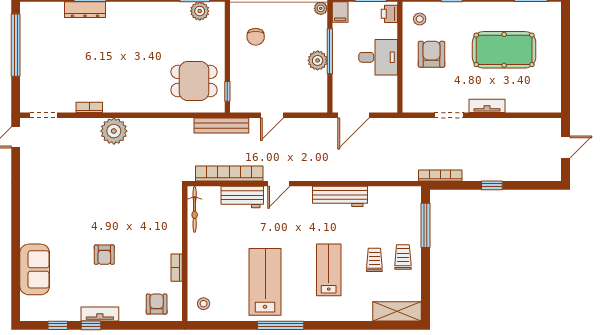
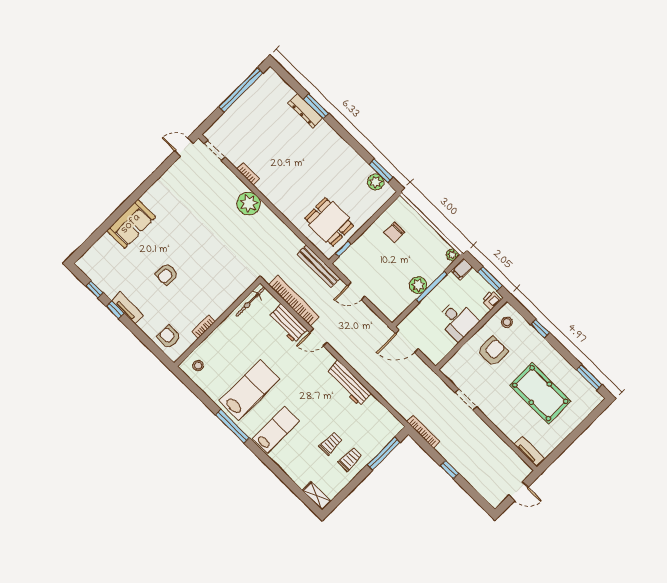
tv unit: (487, 106) -> (529, 451), moved
sofa: (35, 269) -> (131, 224), moved
lab bench: (329, 270) -> (276, 430), moved
armchair: (157, 304) -> (169, 337), turned -90
shelving: (397, 311) -> (317, 496), width x0.67, depth x0.75

